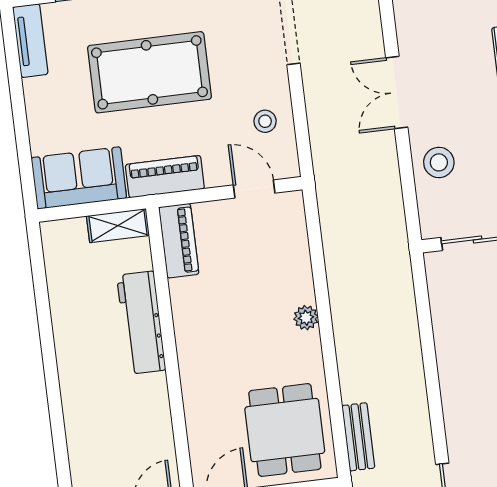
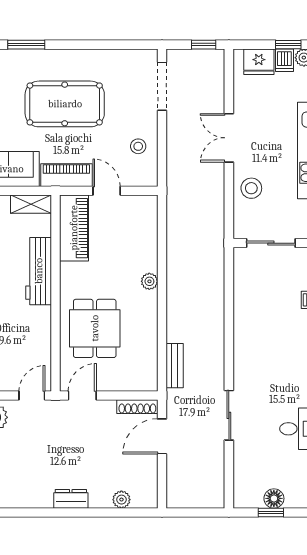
door: (254, 189) -> (107, 191), moved
piano: (179, 241) -> (74, 228), width x1.37, depth x1.33
dining table: (285, 430) -> (95, 328), moved

